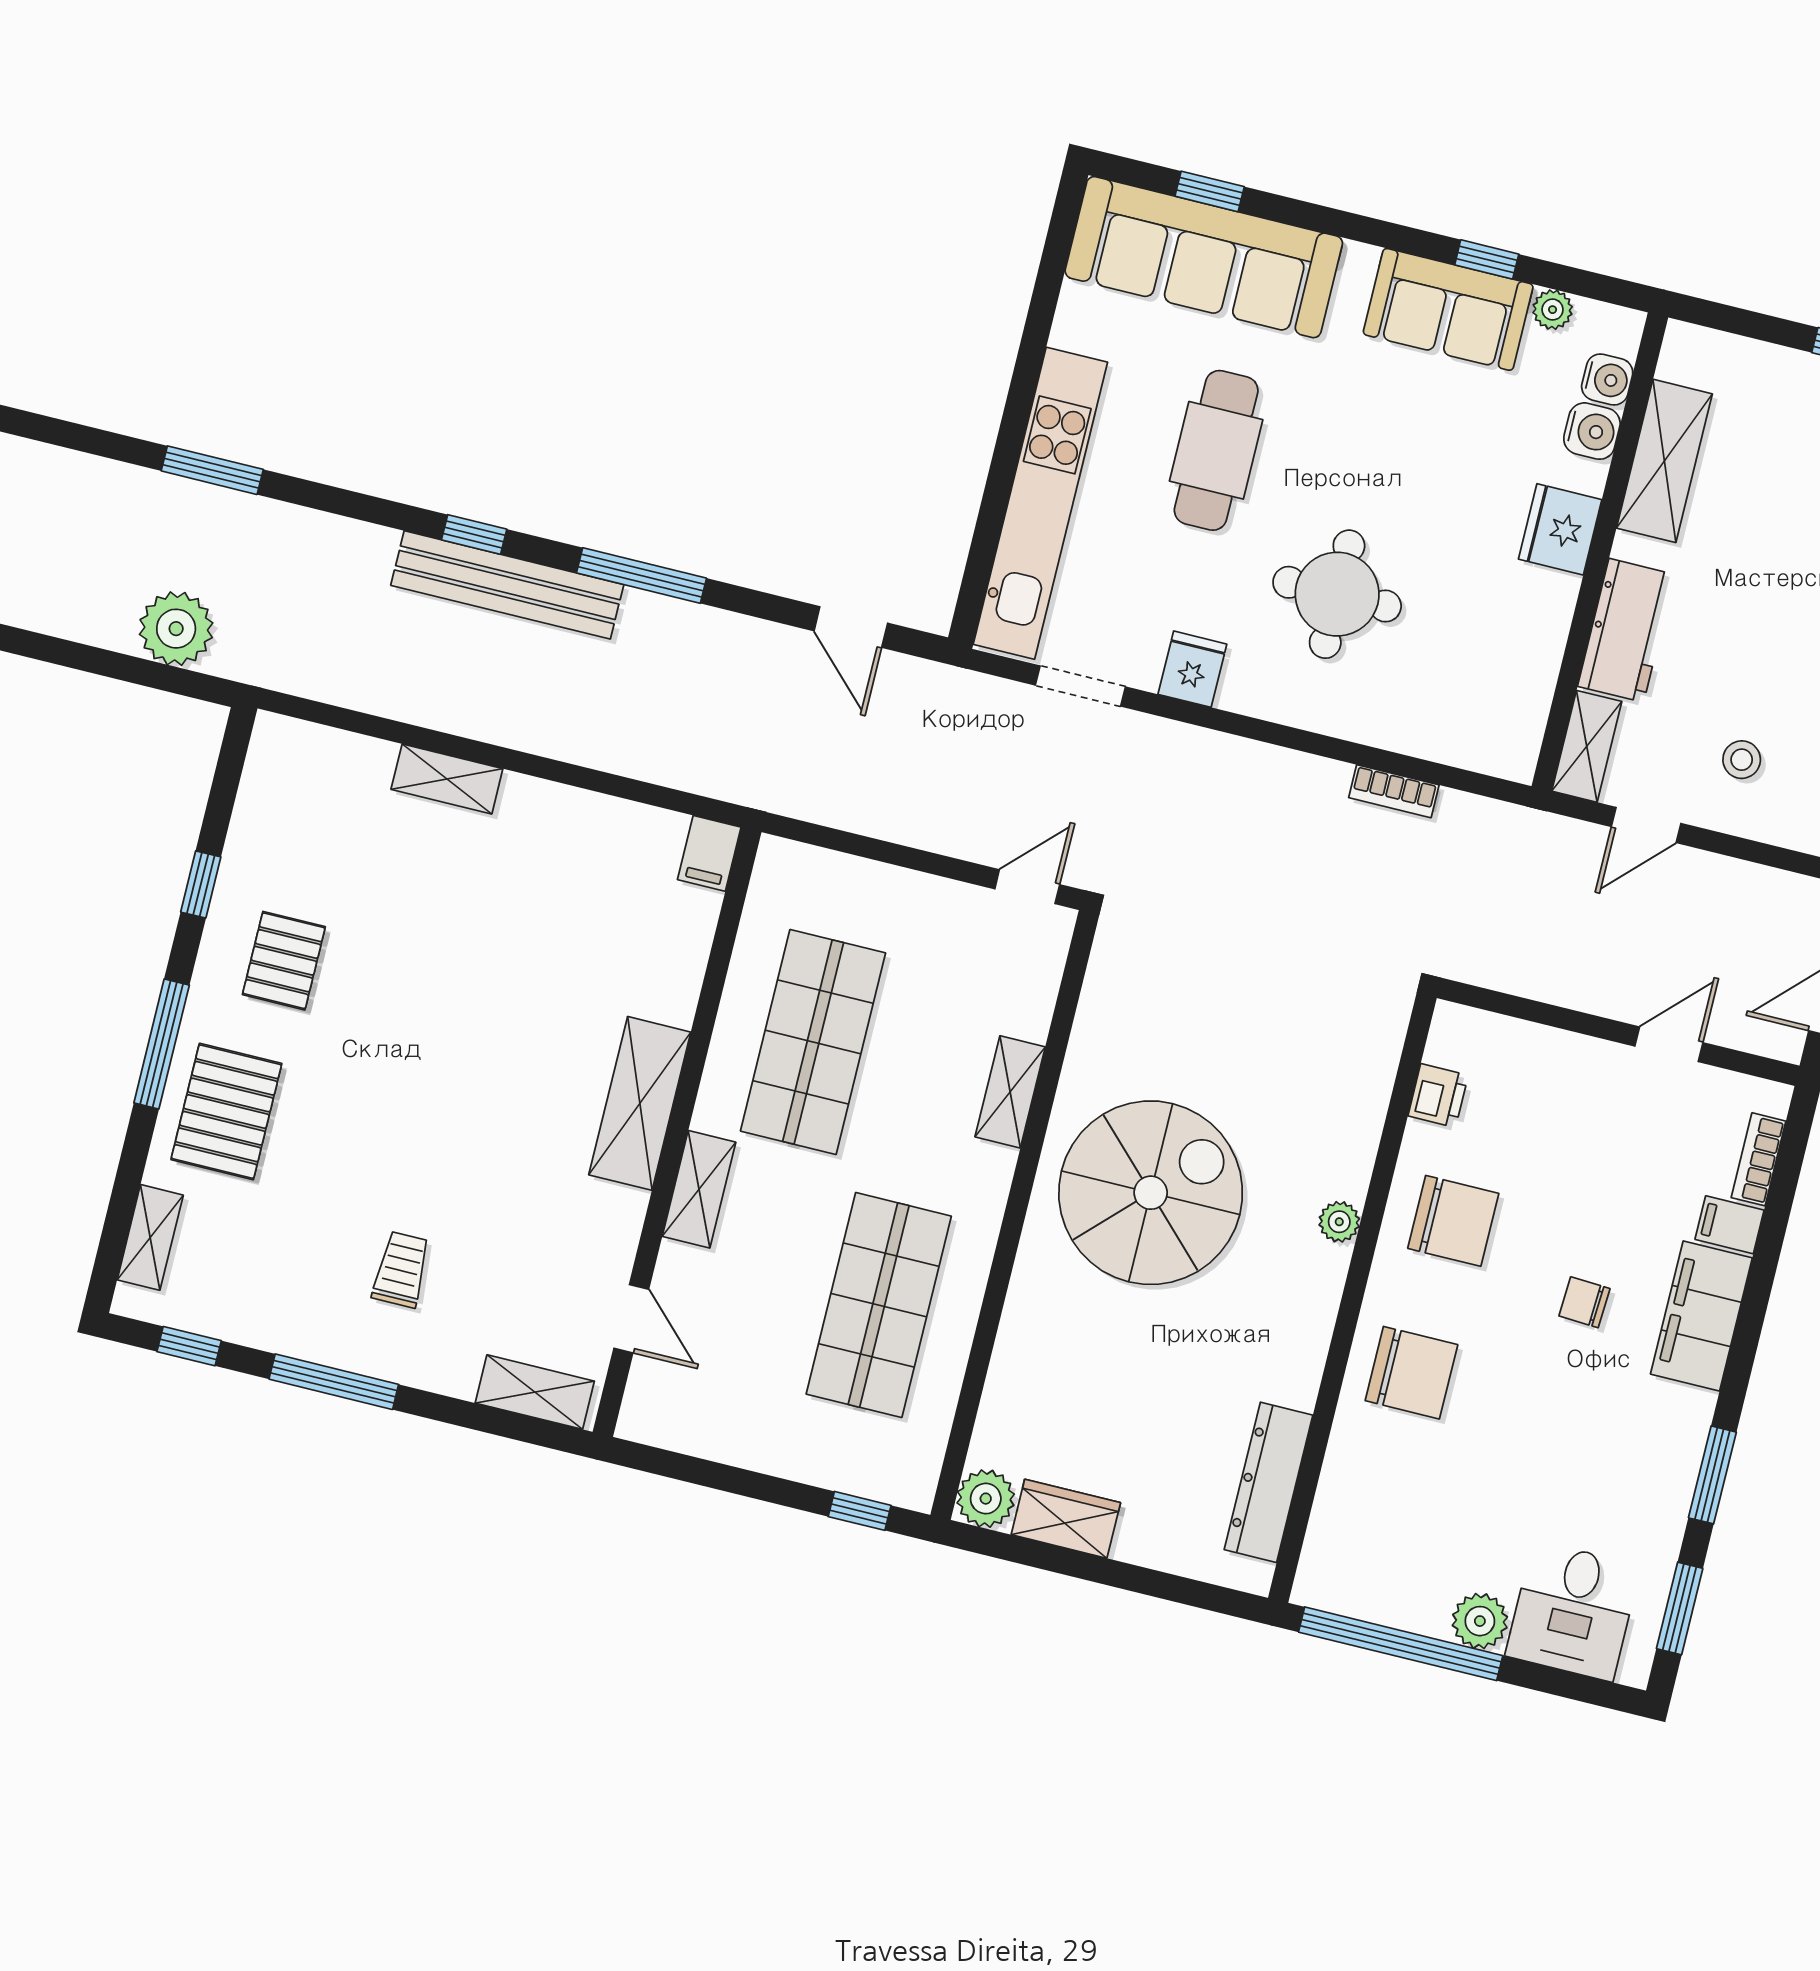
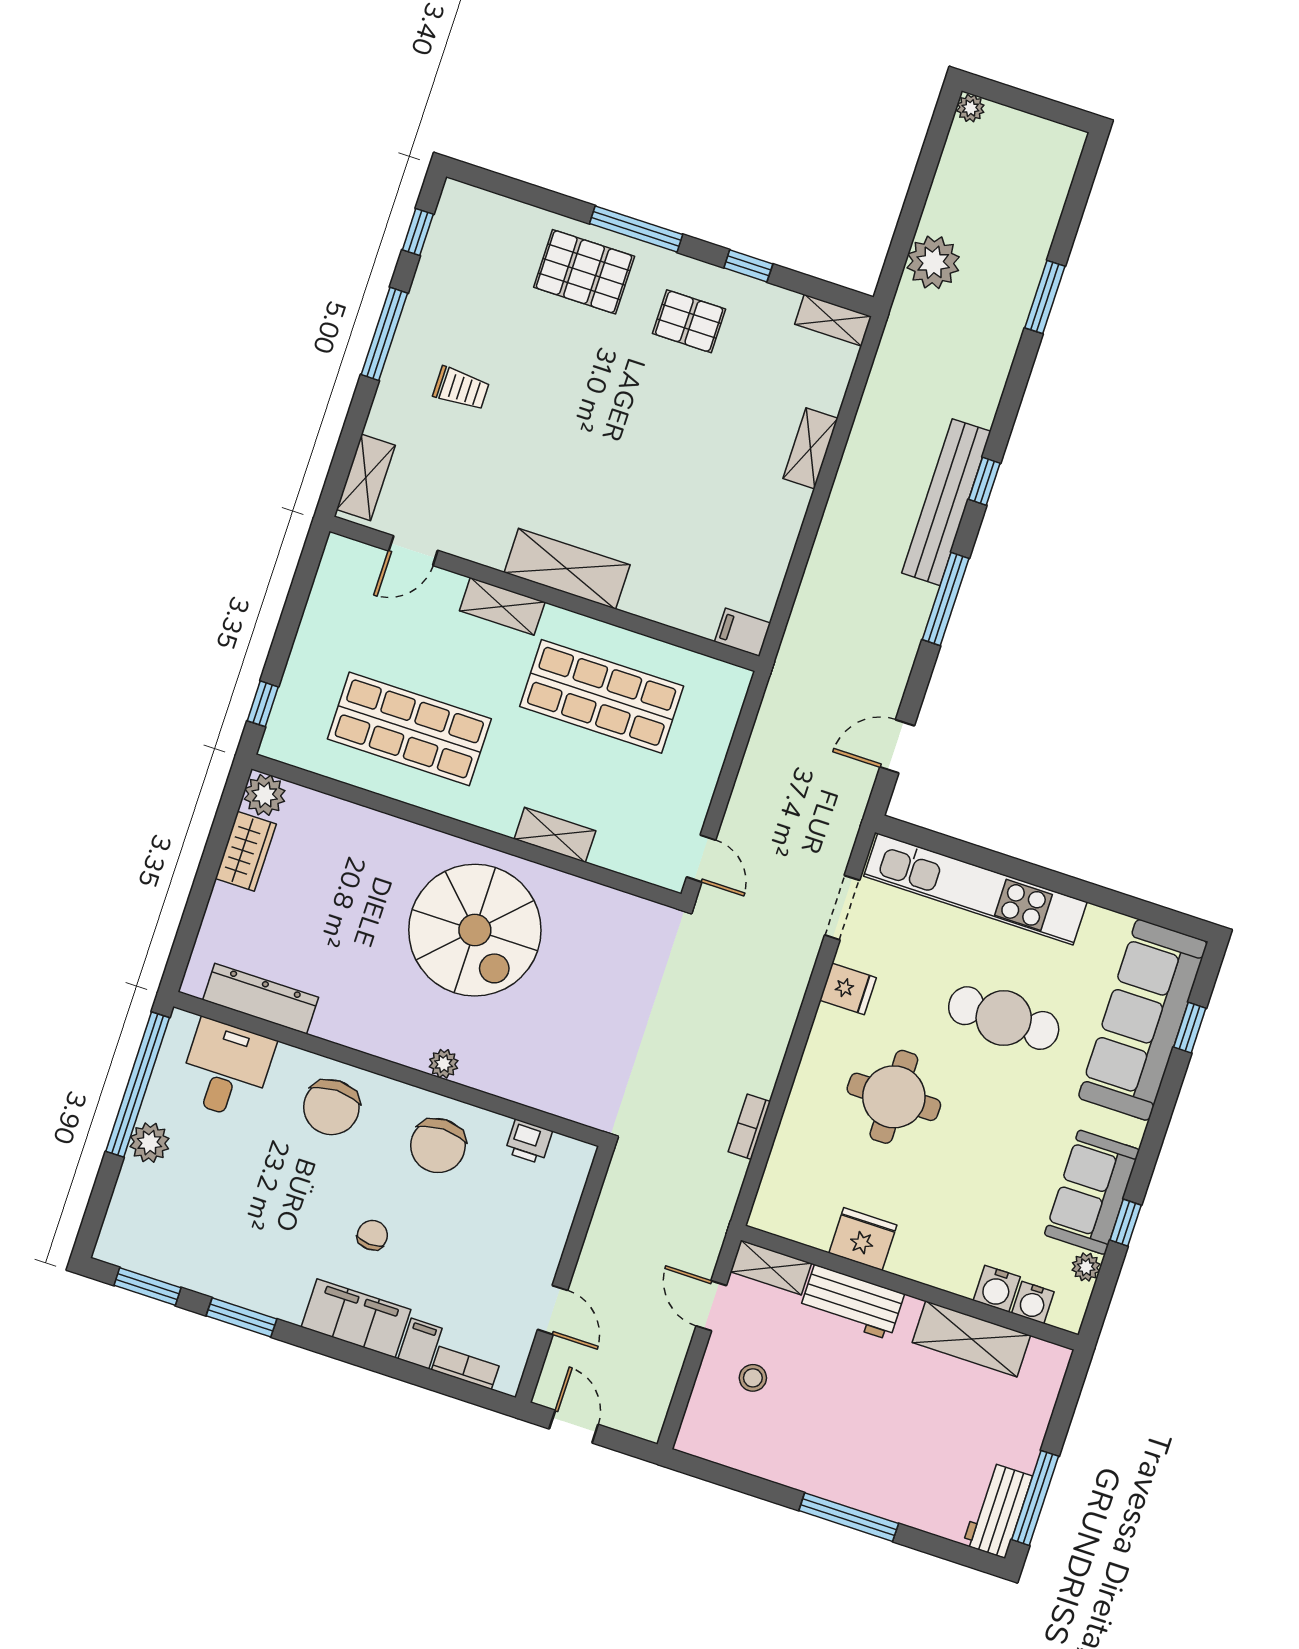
fridge: (1560, 529) -> (863, 1239), moved
shelving: (150, 1237) -> (833, 320), moved
desk: (1573, 1611) -> (226, 1069), moved, turned 90

